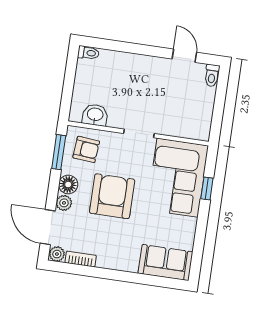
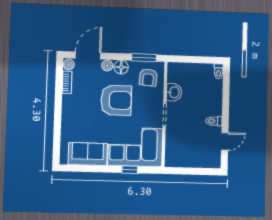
toilet: (212, 75) -> (214, 121), moved
washbasin: (95, 115) -> (174, 92), moved
sofa: (165, 263) -> (88, 154), moved, turned -90

